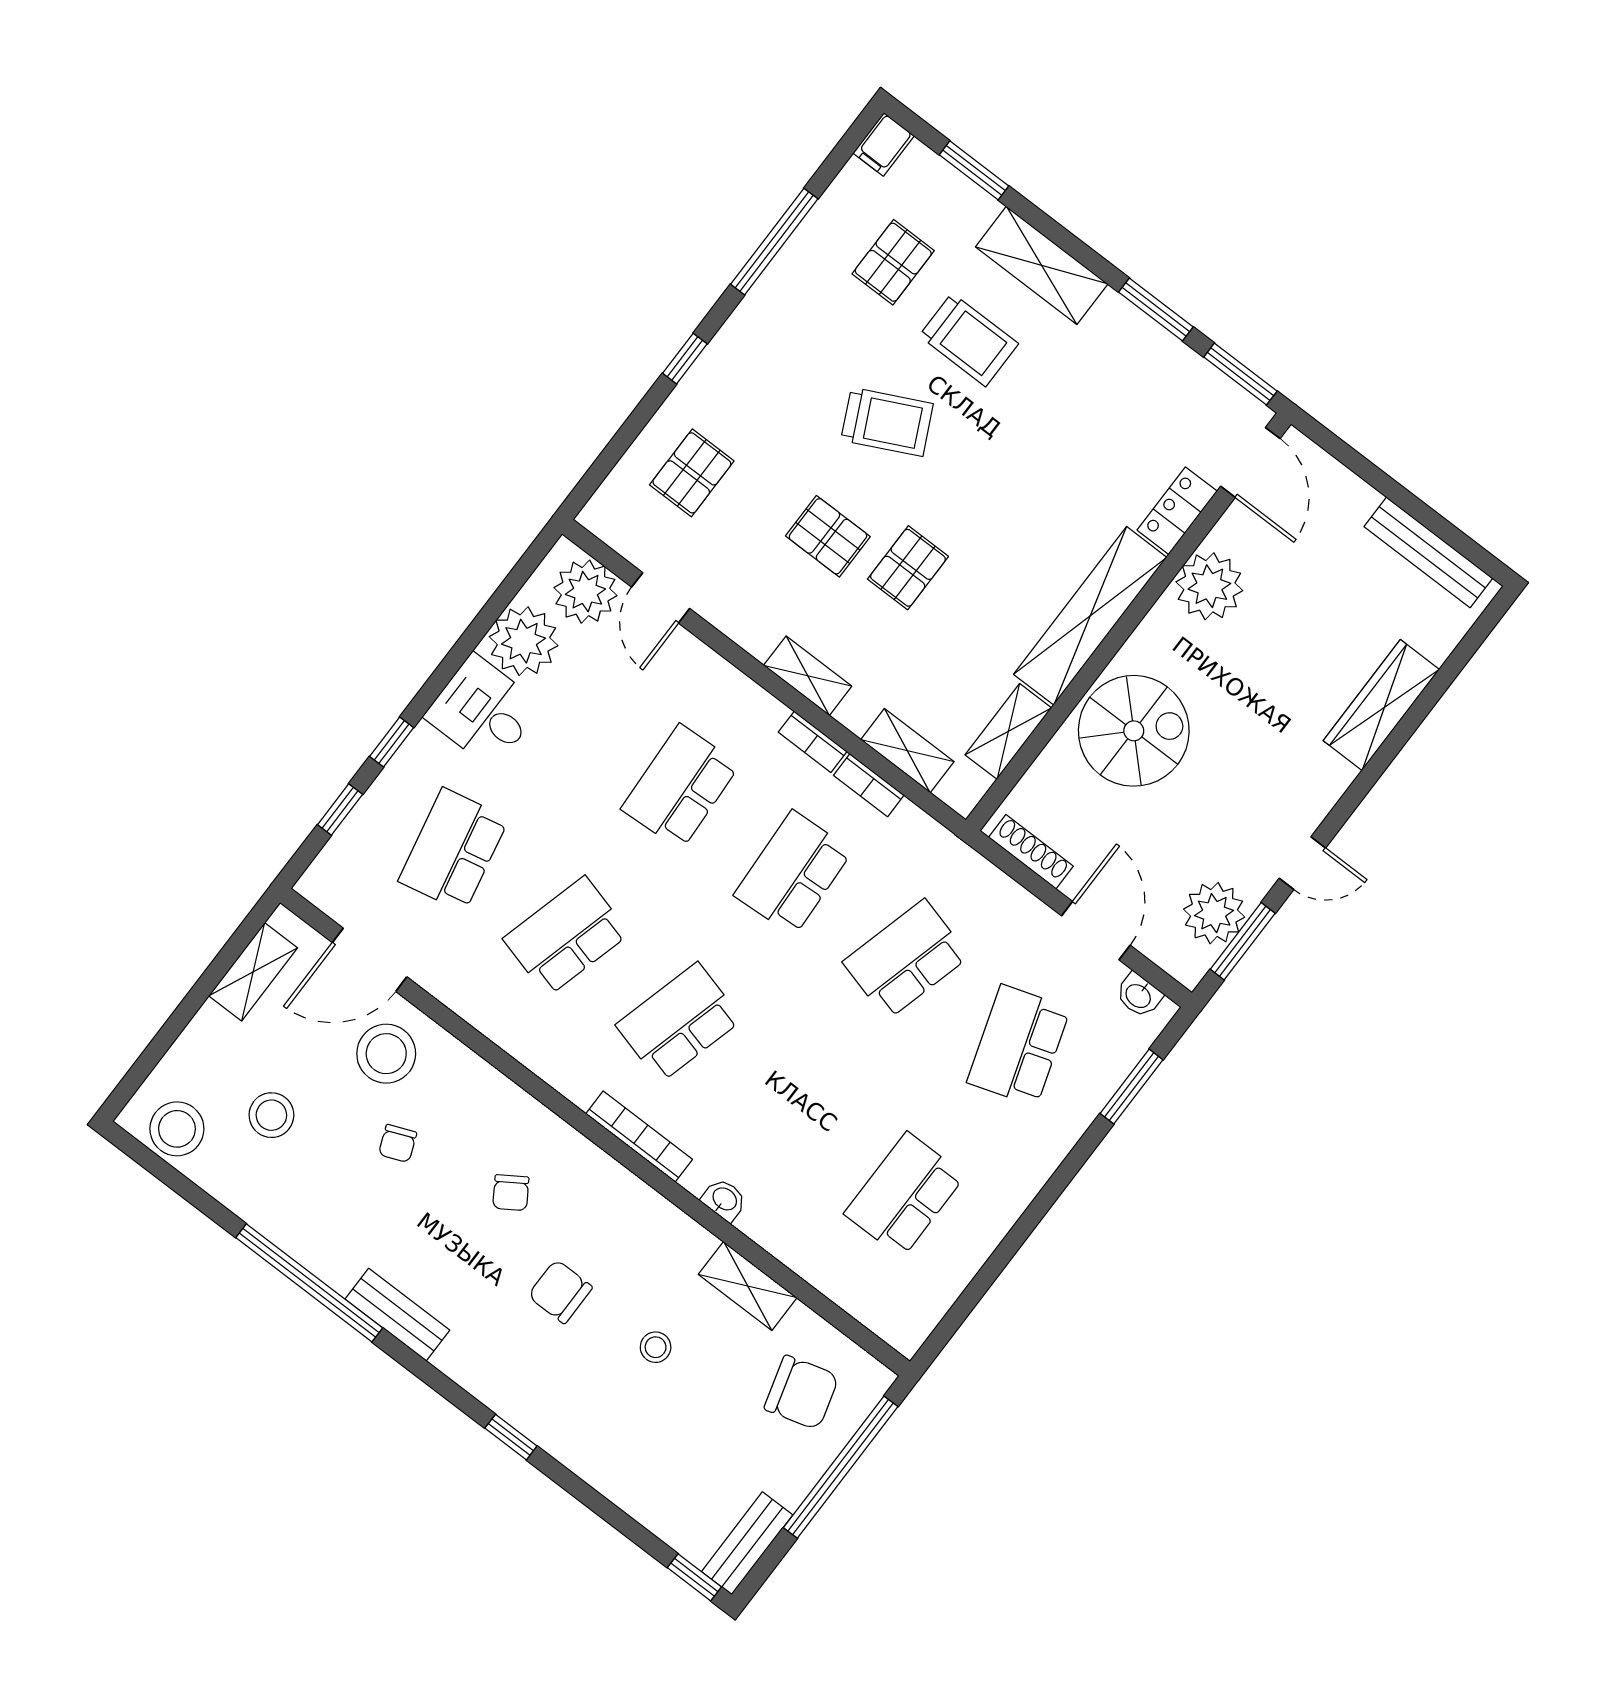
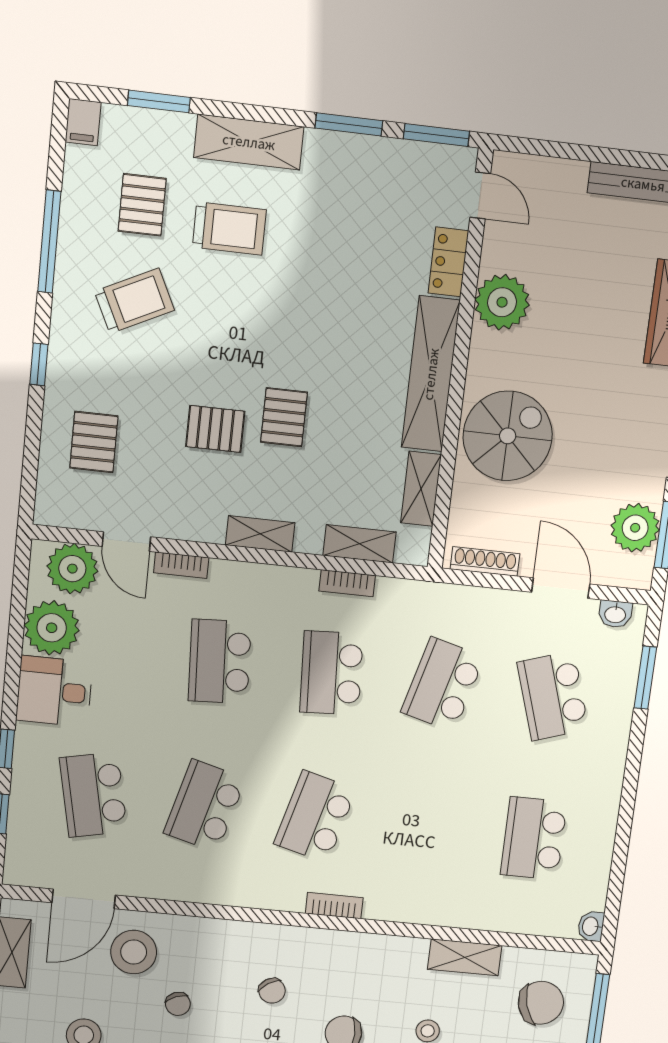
trolley: (887, 422) -> (134, 301), moved
door: (1250, 462) -> (480, 195), width x0.73
bookcase: (813, 742) -> (181, 565), moved
bookcase: (639, 1137) -> (334, 906), width x0.64
washbasin: (724, 1200) -> (591, 926), moved, turned -90

